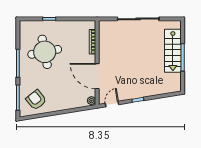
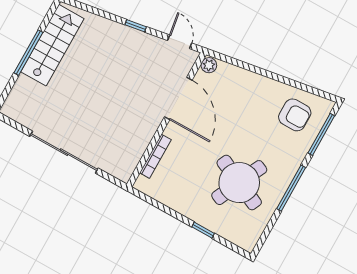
stairs: (173, 51) -> (52, 45), moved
round table: (45, 52) -> (239, 183), turned 36
armchair: (36, 100) -> (295, 115), turned -51
door: (112, 104) -> (180, 42), swing flipped

